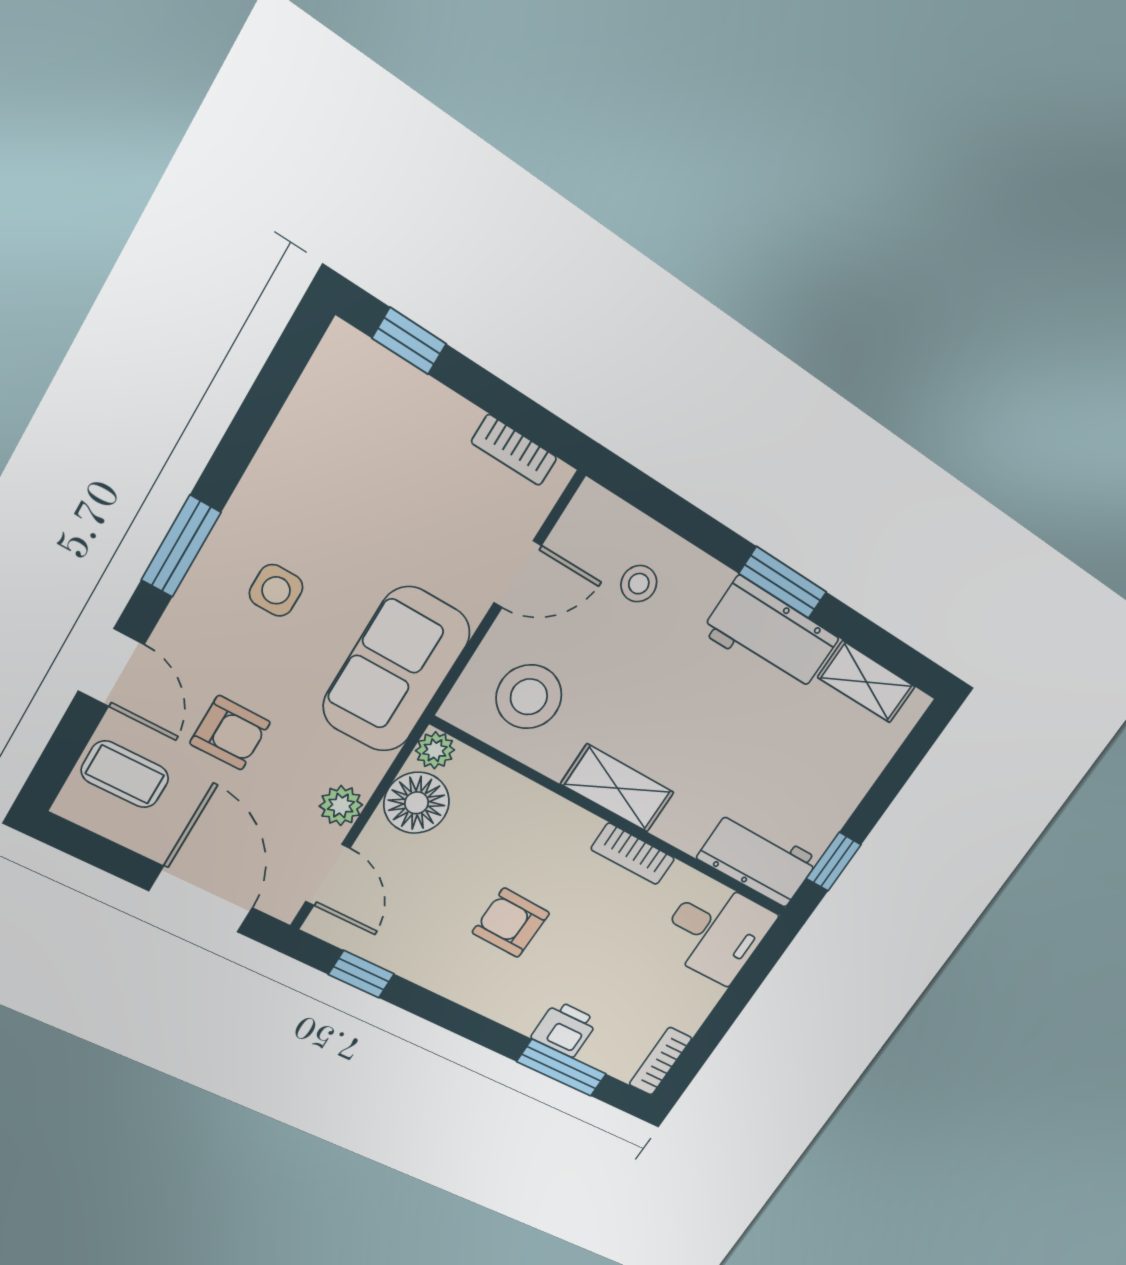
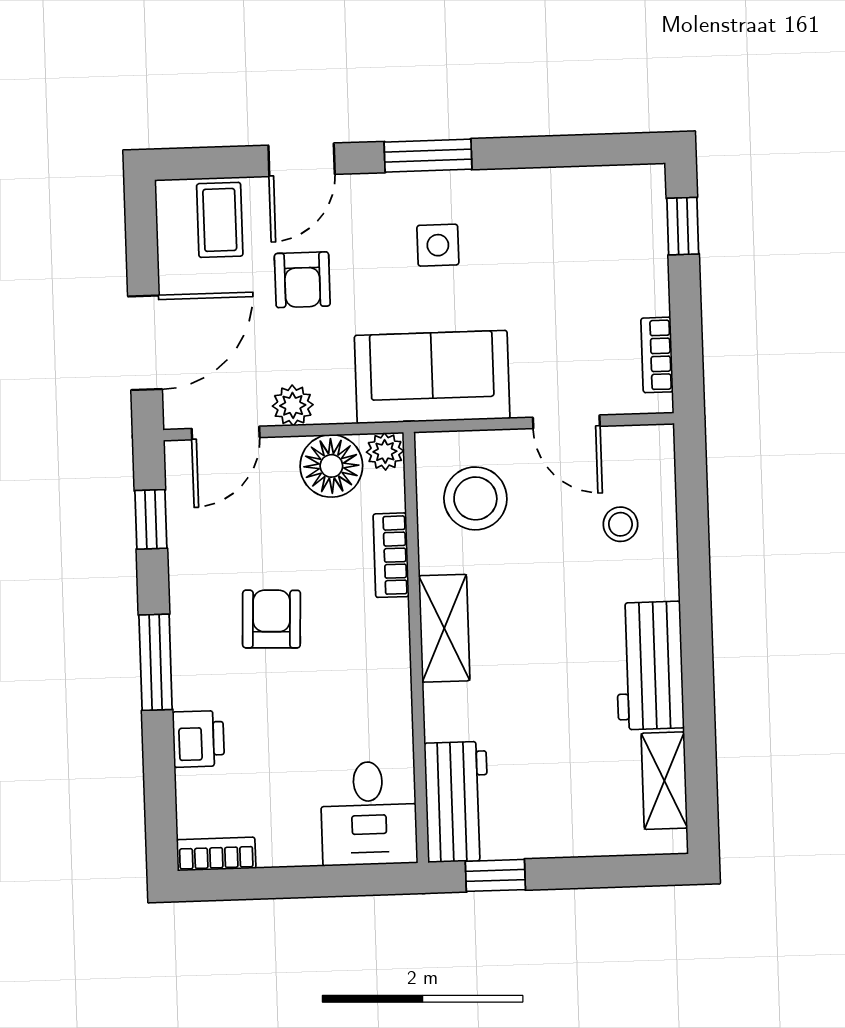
window: (783, 583) -> (697, 644), removed
bookcase: (633, 854) -> (391, 555), moved
window: (562, 1068) -> (156, 662), moved

